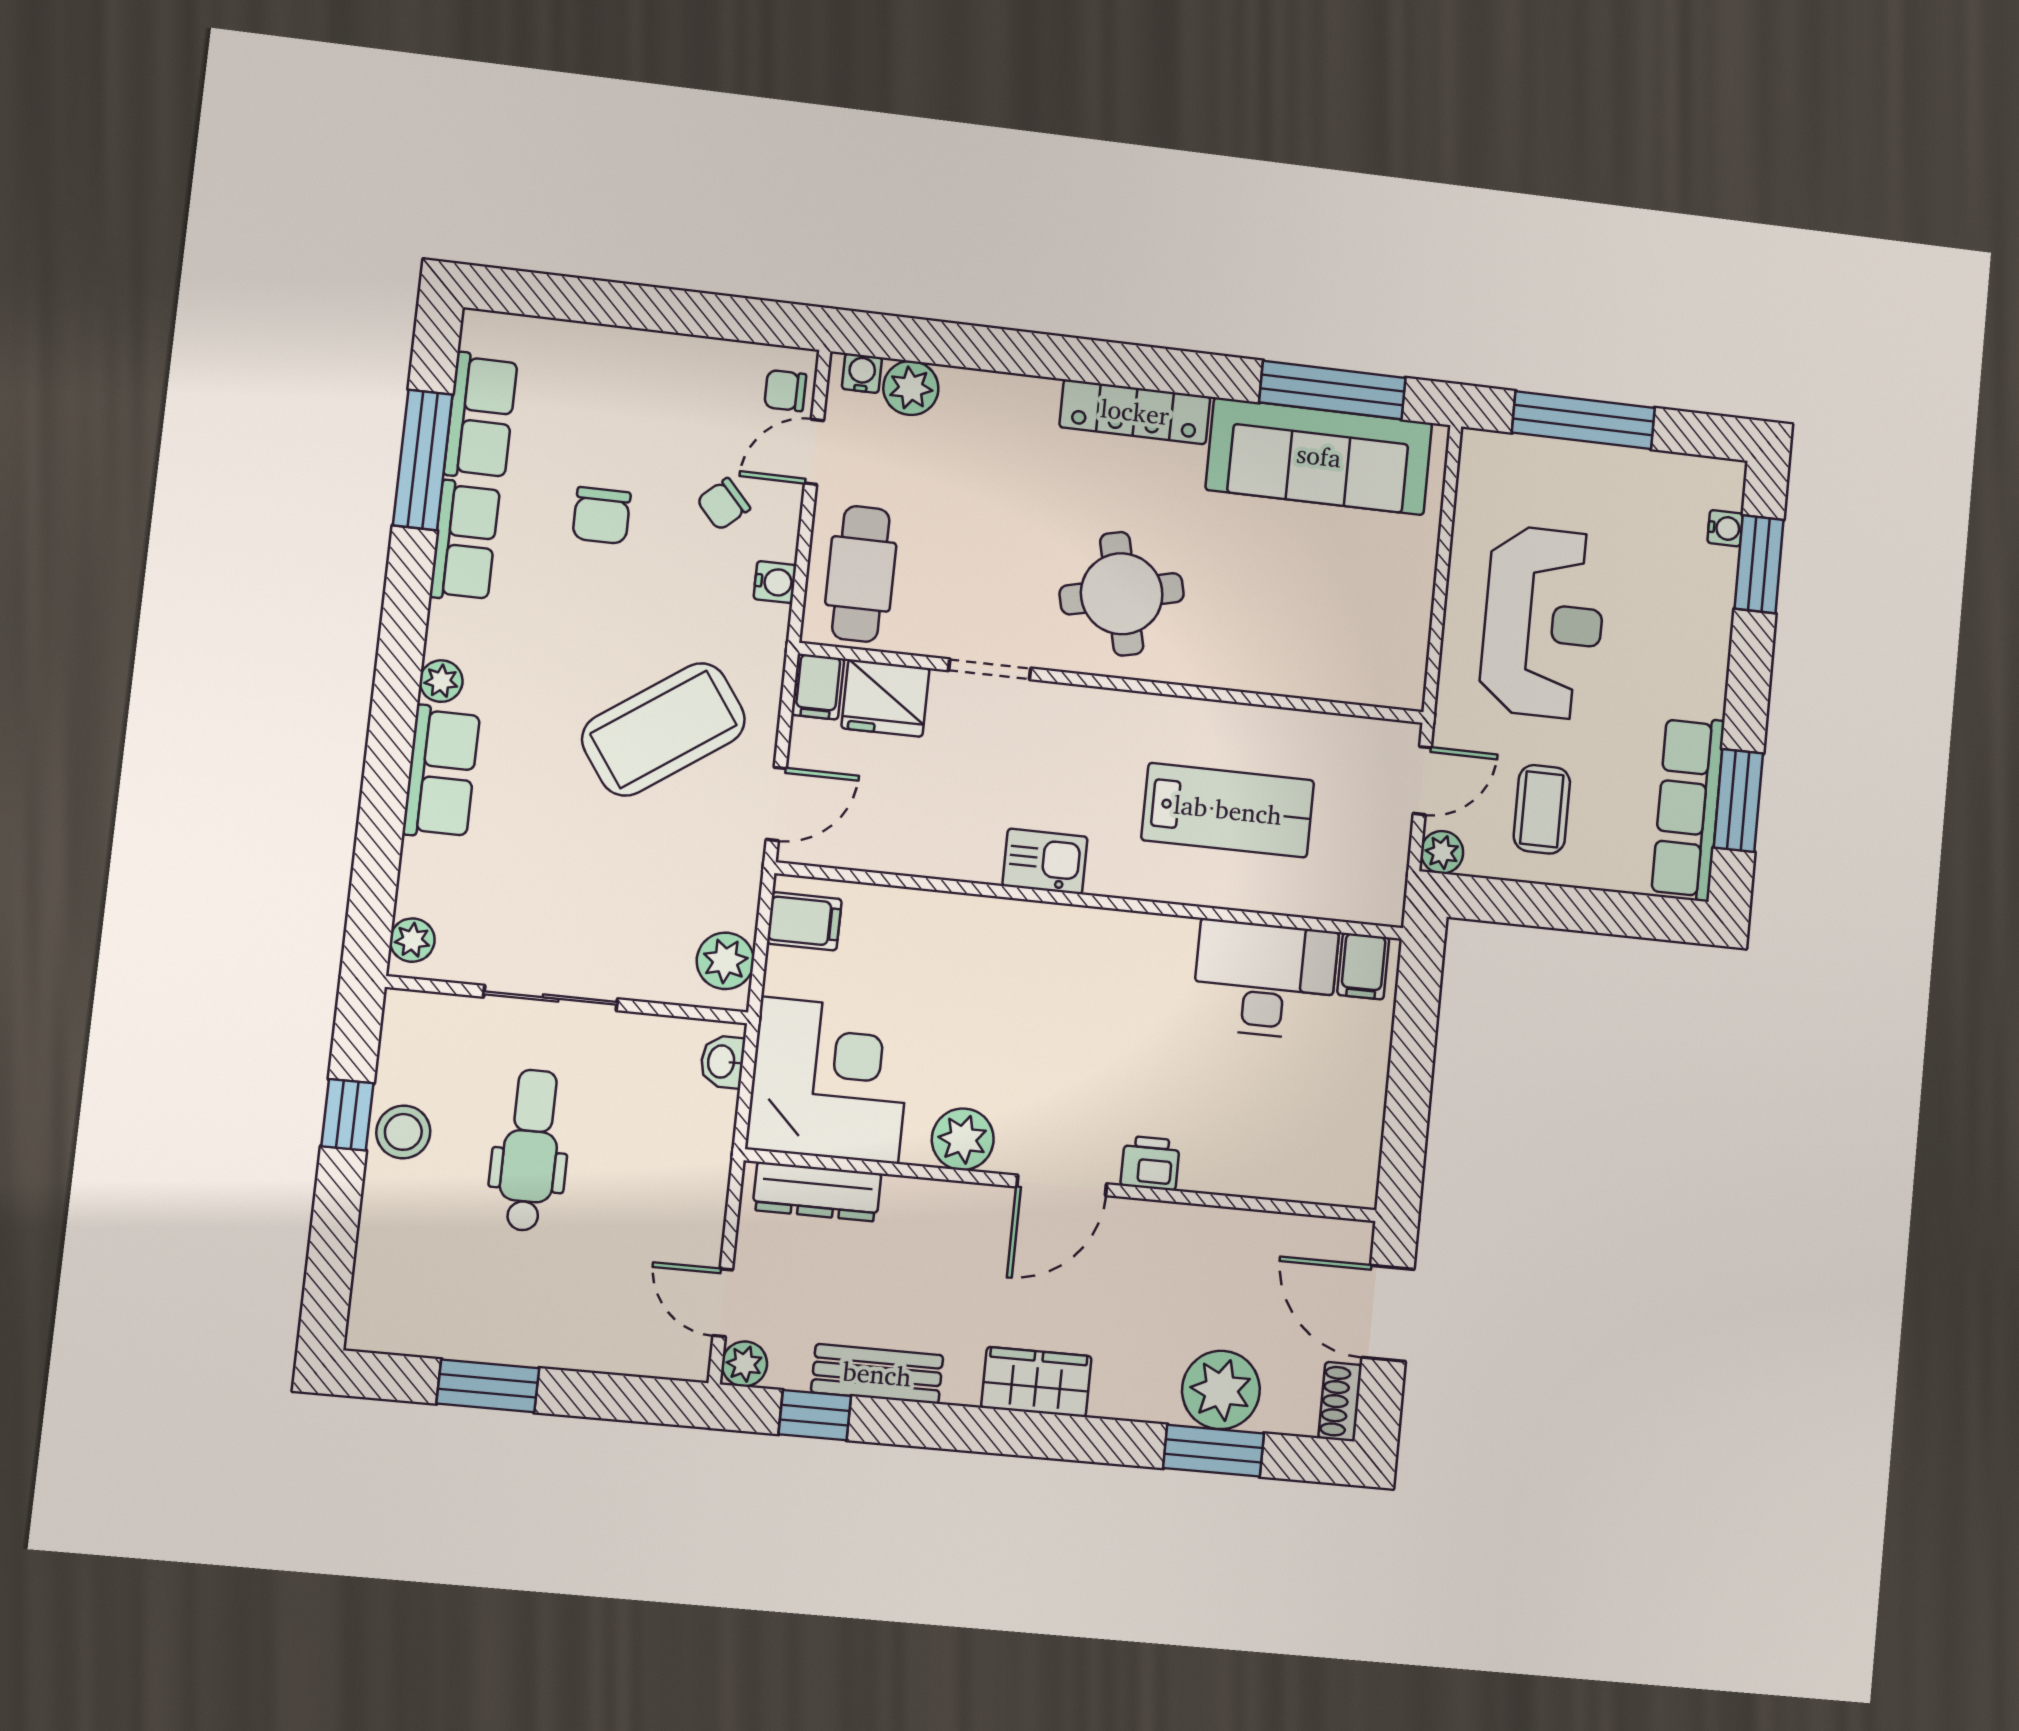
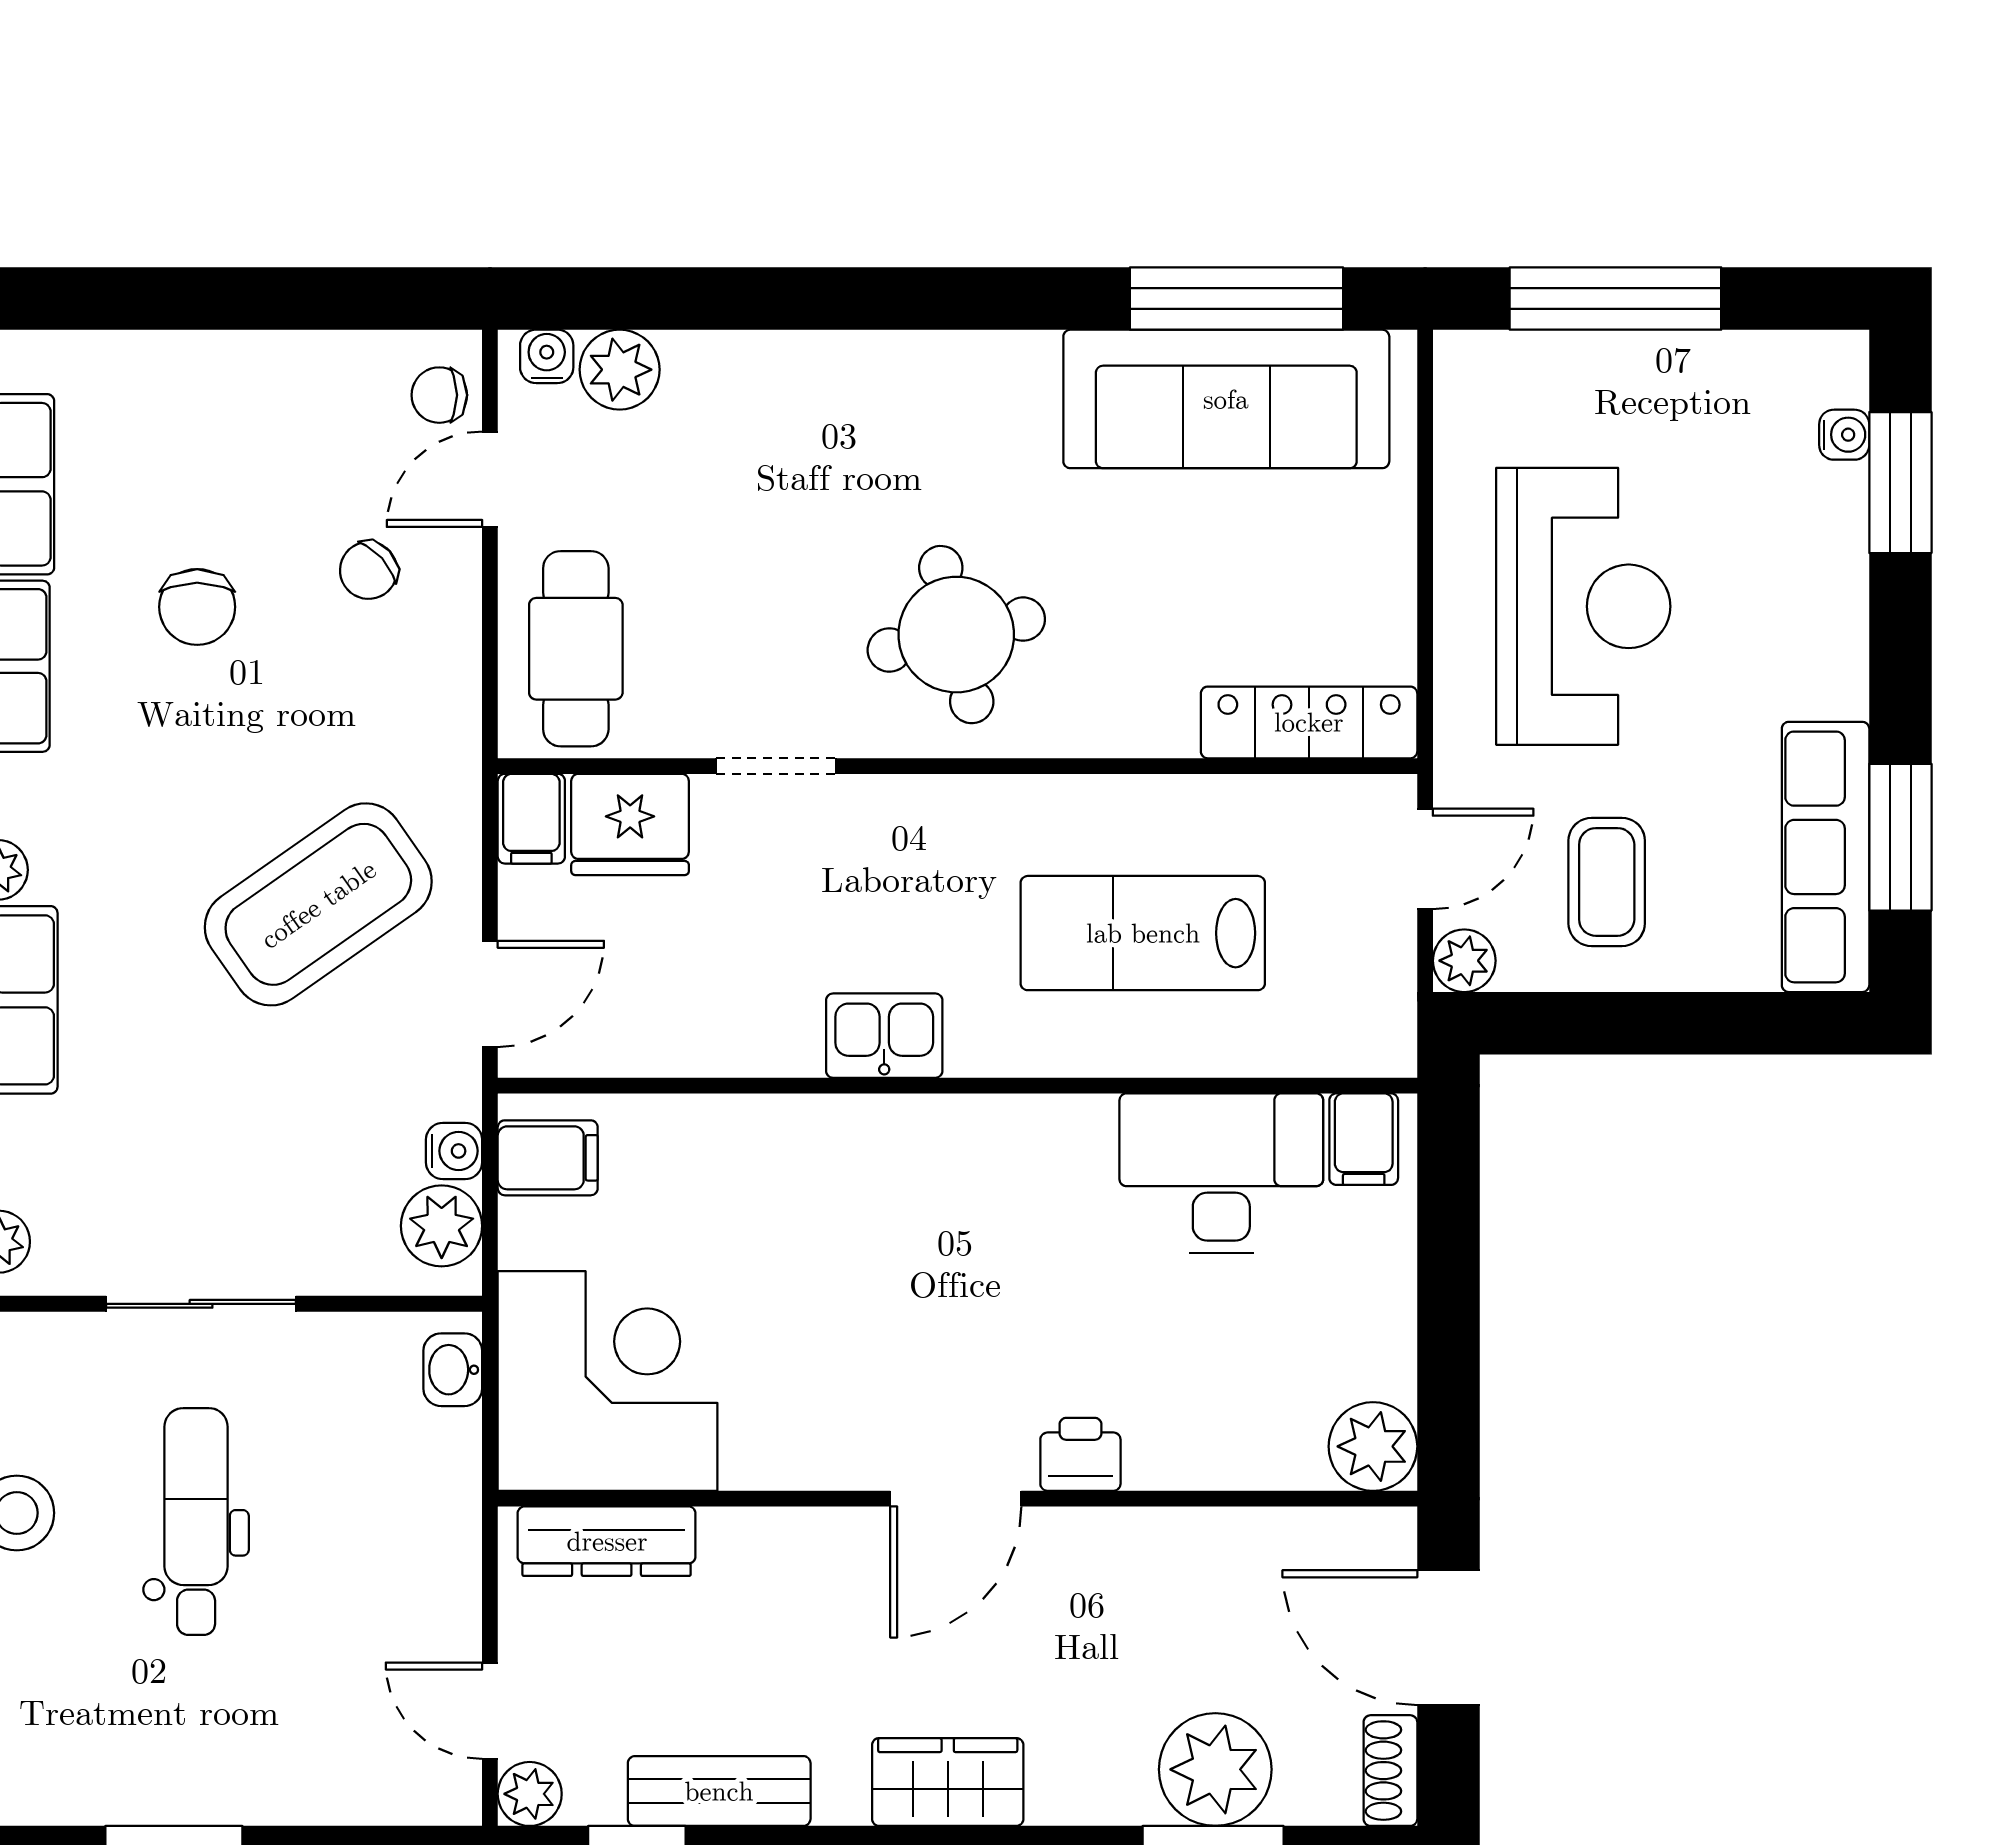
locker: (1135, 412) -> (1309, 722), moved, turned 180
water cooler: (775, 582) -> (454, 1151), moved
lab bench: (1228, 810) -> (1143, 933), turned 180
plant: (963, 1139) -> (1373, 1446), moved

